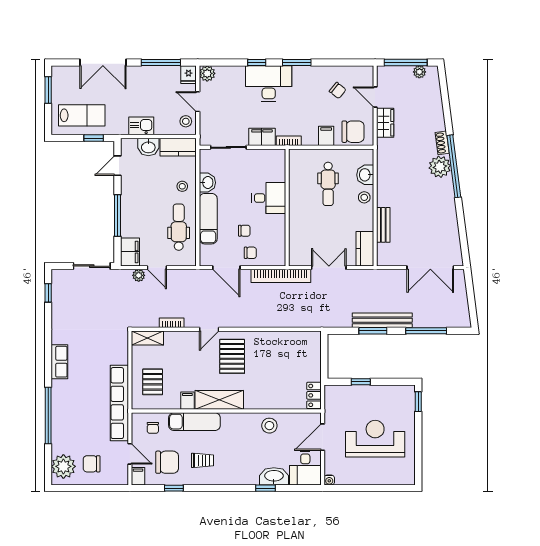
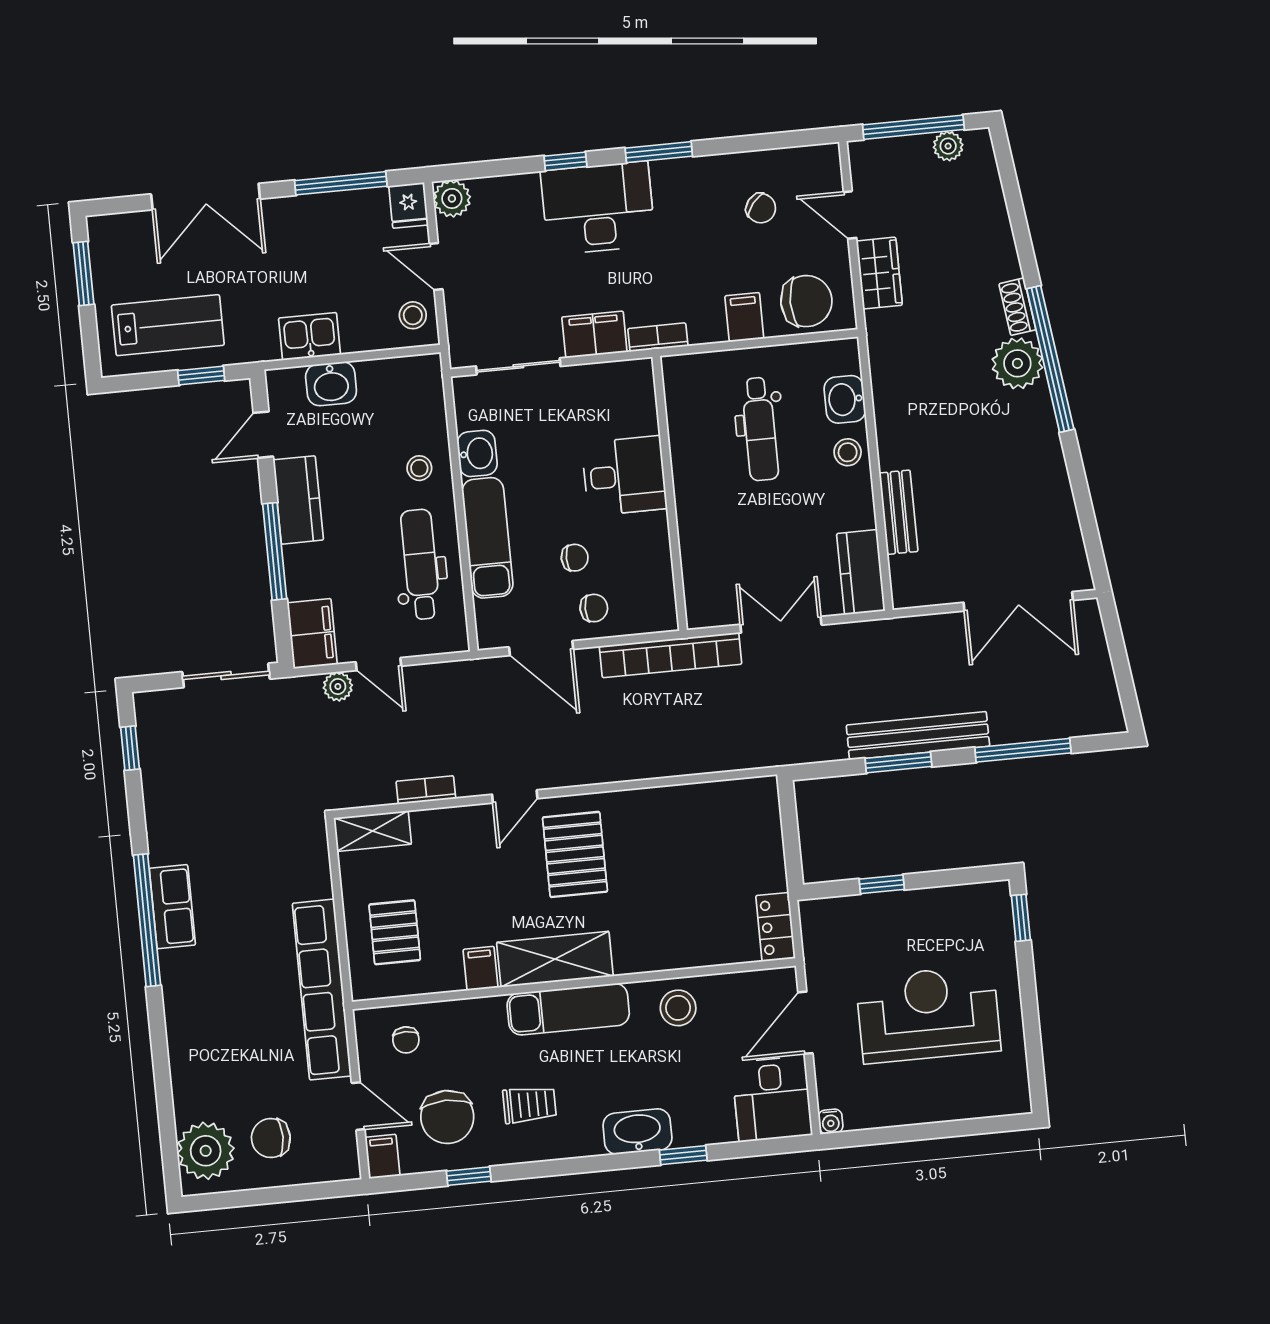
kitchen counter: (178, 147) -> (298, 500), moved, turned -90
window: (48, 415) -> (147, 920), moved
exam couch: (194, 422) -> (568, 1009), moved
chair: (167, 462) -> (447, 1117), turned 90
washbasin: (274, 476) -> (637, 1132), moved

